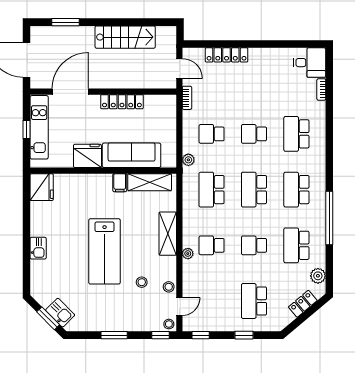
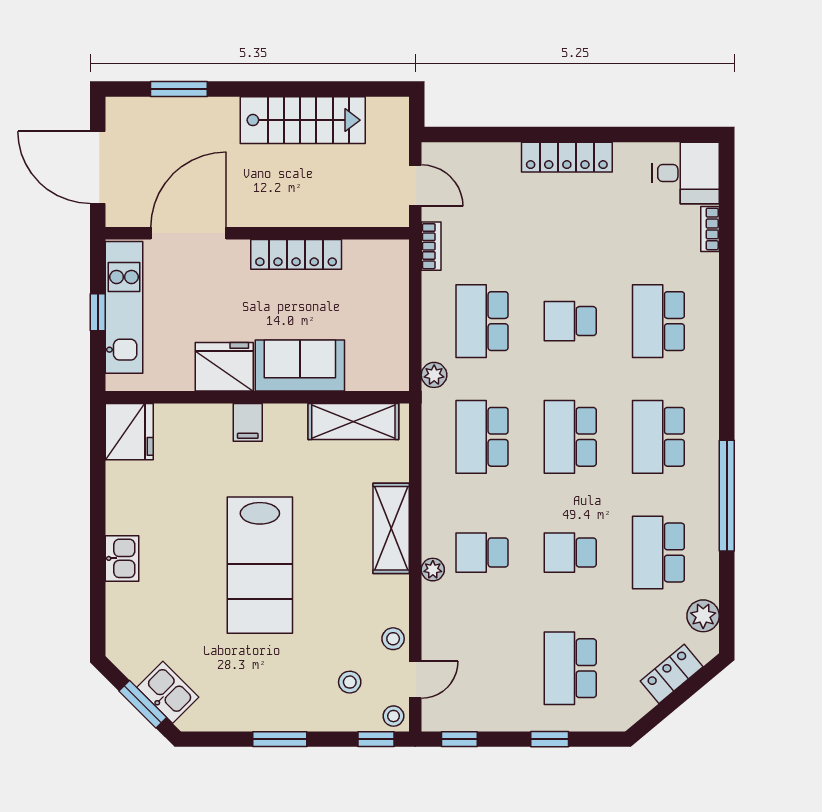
locker: (227, 55) -> (567, 157), moved
school desk: (212, 134) -> (482, 321), width x1.85
sofa: (132, 155) -> (300, 366), width x0.73
filing cabinet: (120, 183) -> (248, 422), moved
stool: (142, 282) -> (350, 682), moved

